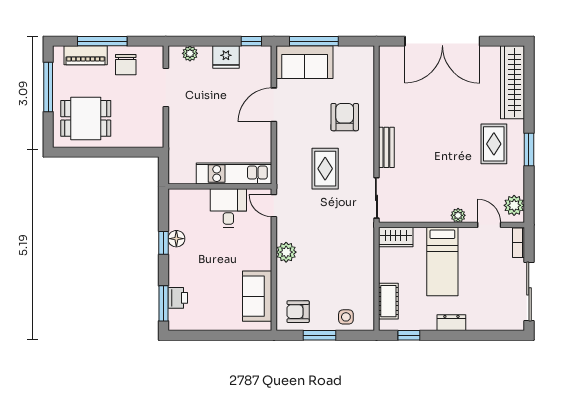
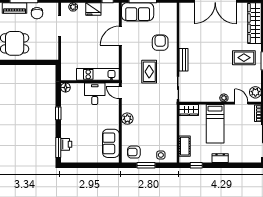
rug: (494, 144) -> (244, 58), turned 90
floor lamp: (176, 239) -> (66, 88), moved

